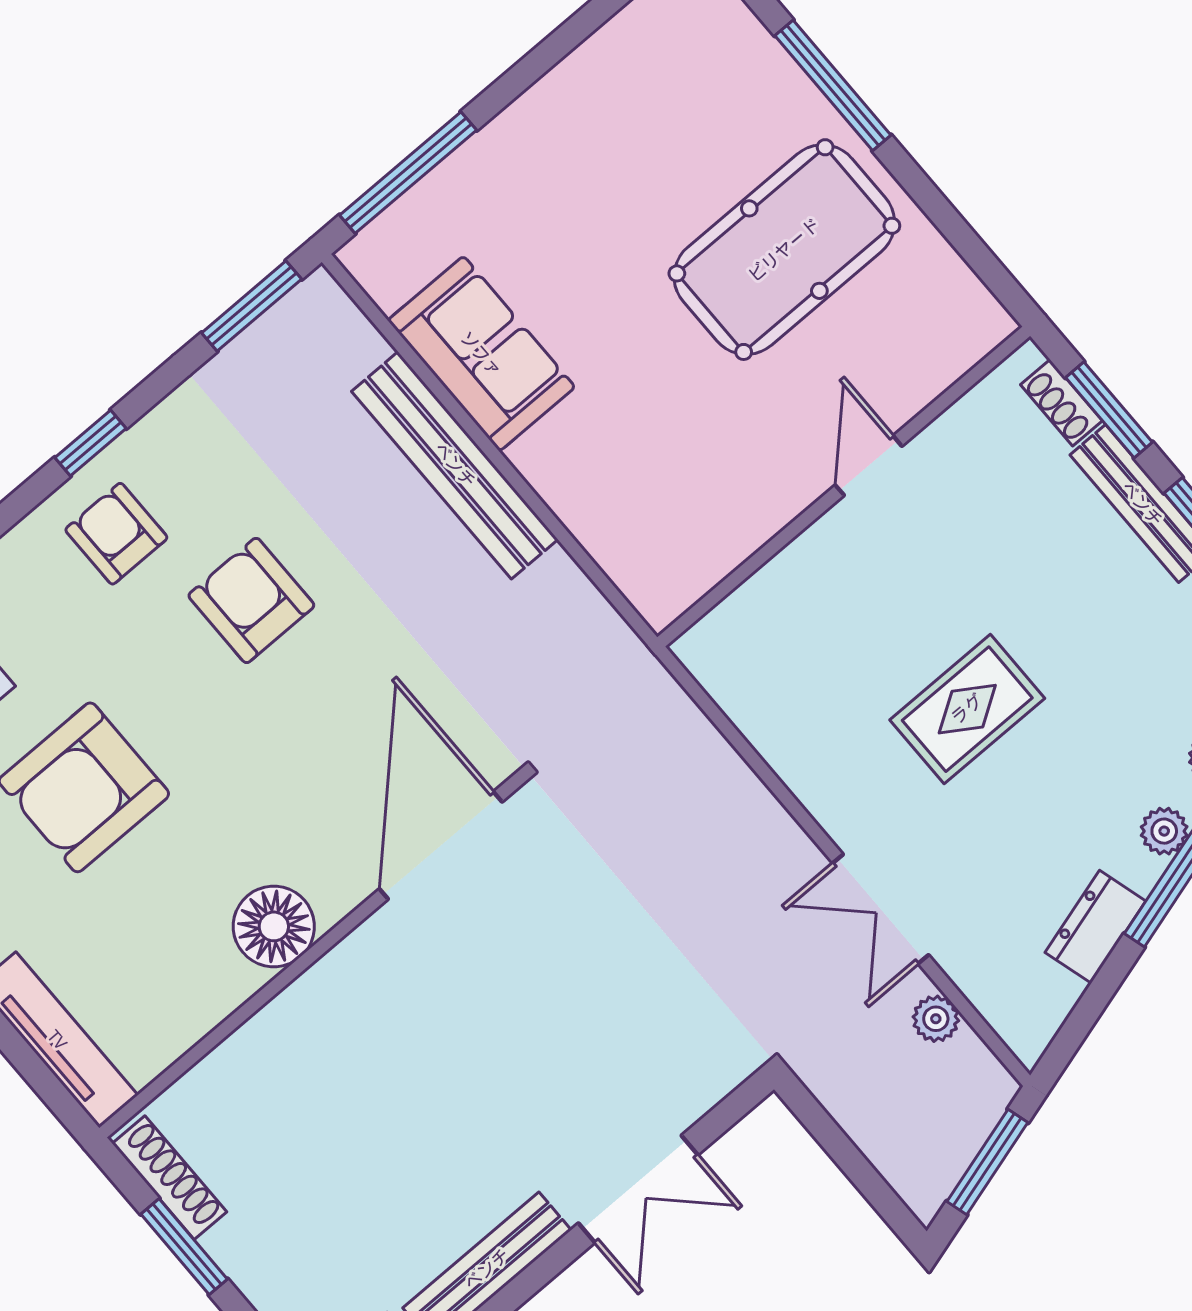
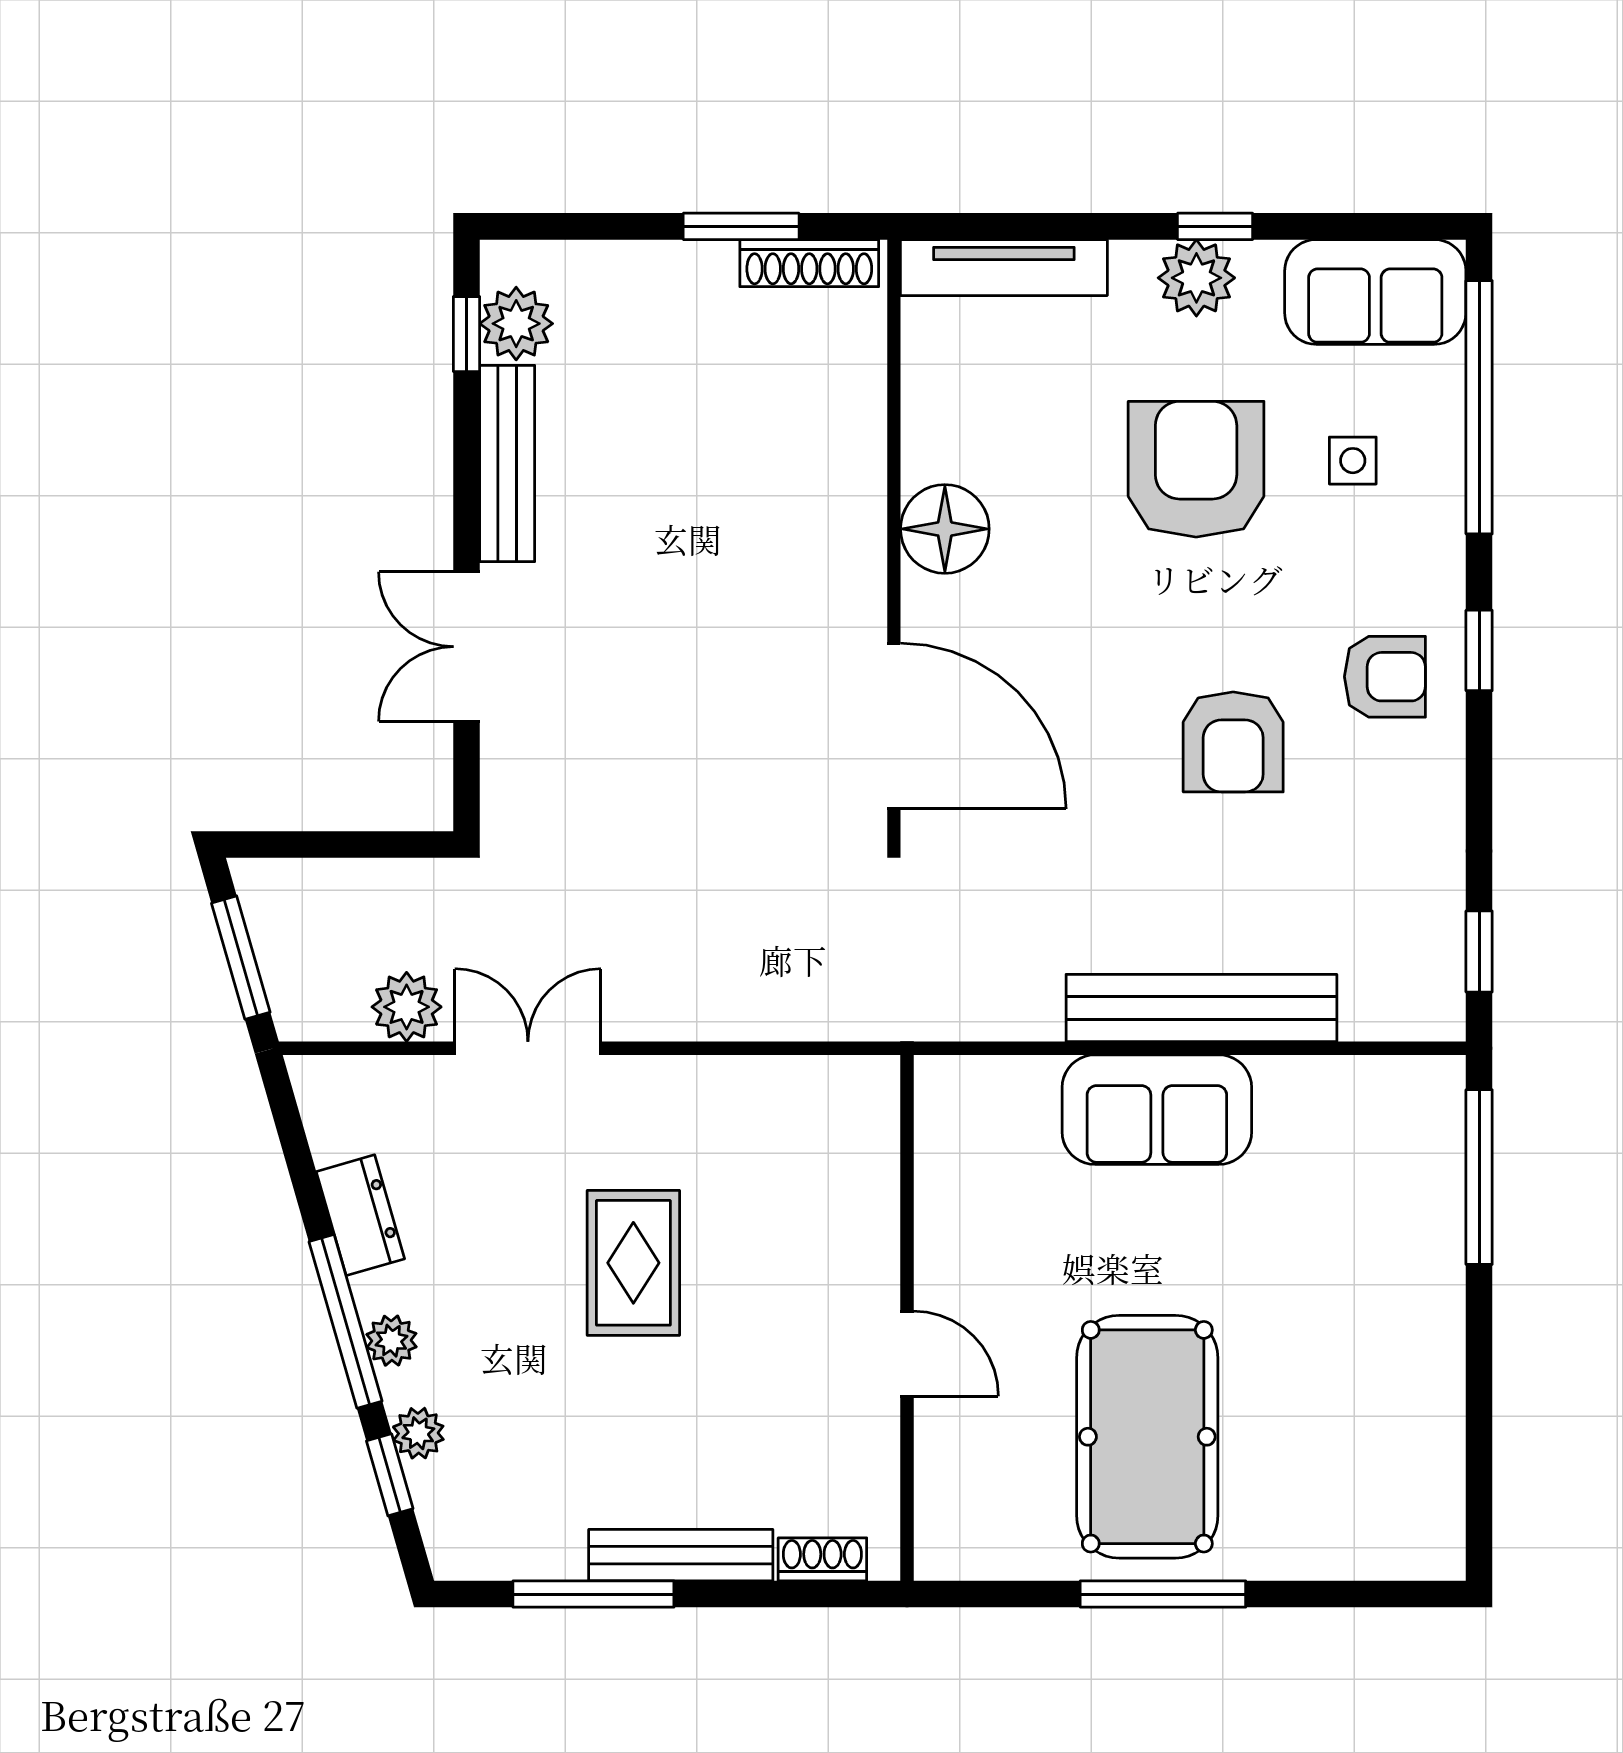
window: (833, 85) -> (1163, 1594), moved
window: (252, 306) -> (1479, 952), width x0.67
sofa: (481, 354) -> (1157, 1110), moved
window: (1109, 410) -> (783, 1594), removed
window: (91, 443) -> (1479, 650), moved
armchair: (251, 600) -> (1233, 742), turned 90
plant: (936, 1019) -> (407, 1007), width x1.38, depth x1.38

